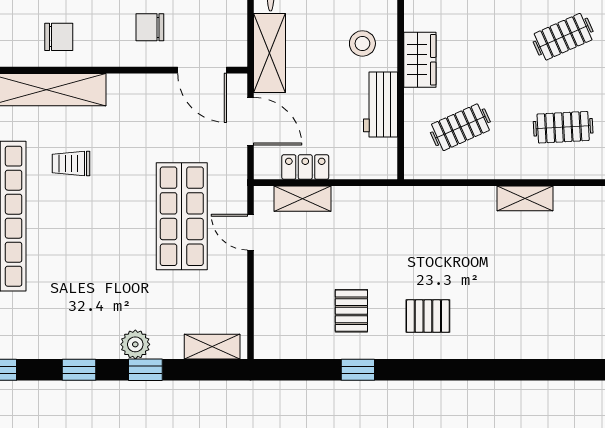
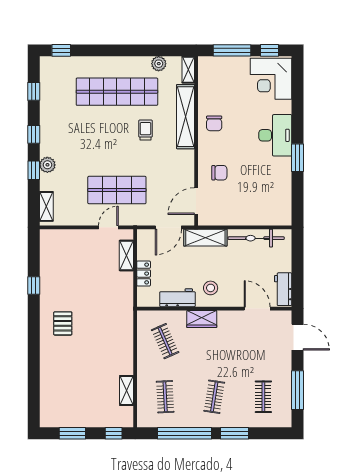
chair: (150, 27) -> (219, 173), turned 90
clothes rail: (563, 37) -> (214, 397), turned 33
locker: (305, 167) -> (144, 274), moved
shelving: (525, 198) -> (127, 391), moved
pallet: (351, 311) -> (66, 282), removed

